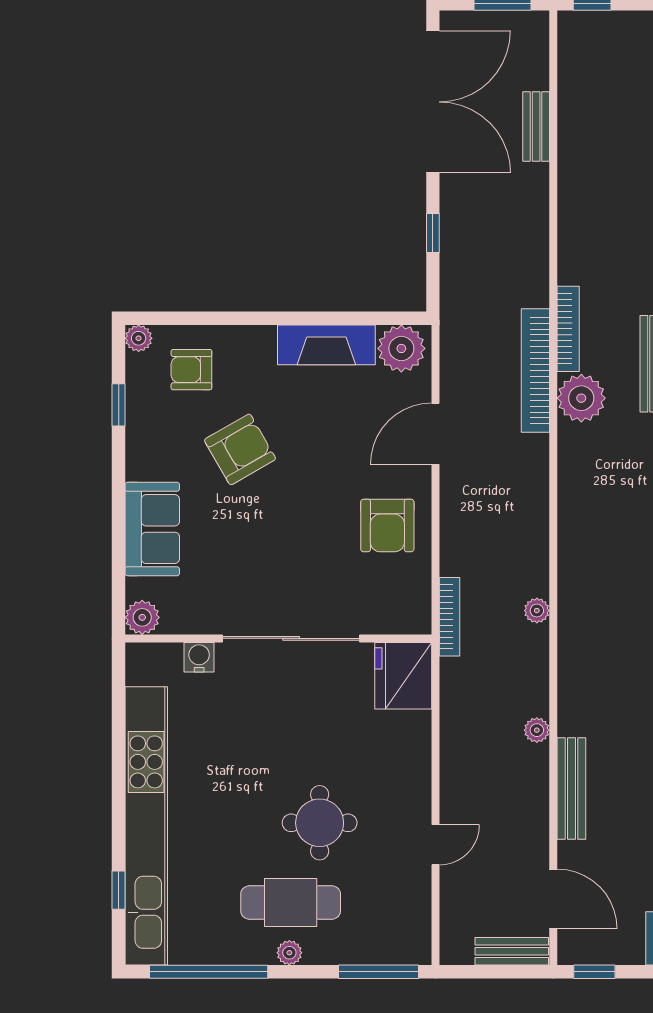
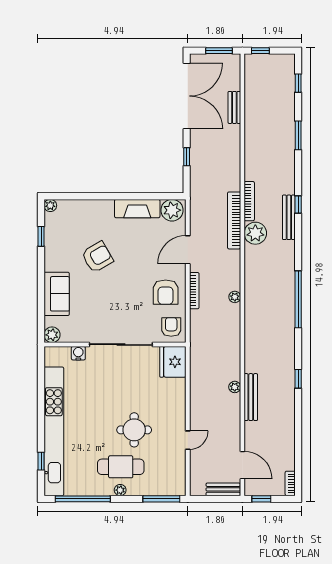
armchair: (191, 370) -> (171, 327), moved, turned 90
plant: (537, 611) -> (235, 297), moved
bookcase: (449, 617) -> (194, 291), moved
bench: (571, 789) -> (251, 397), moved

